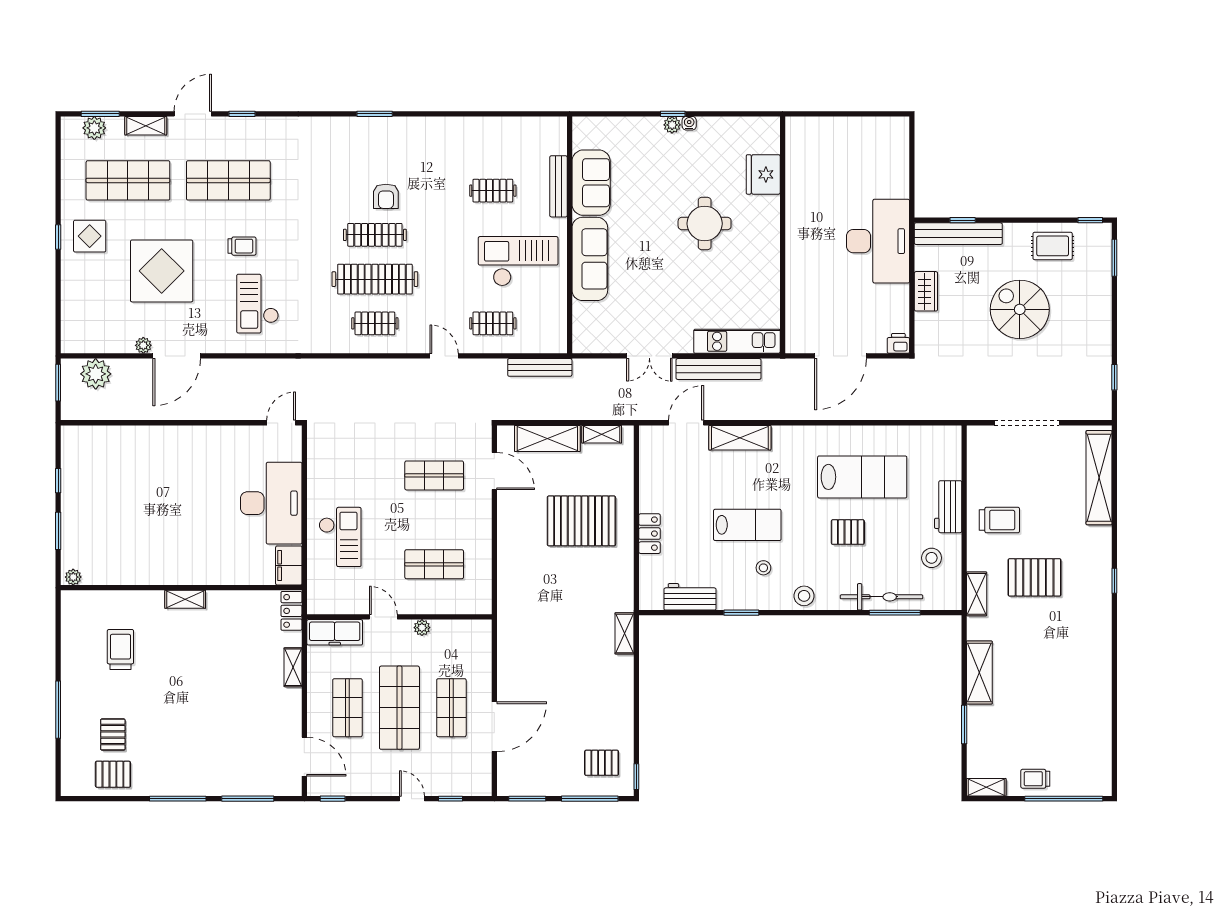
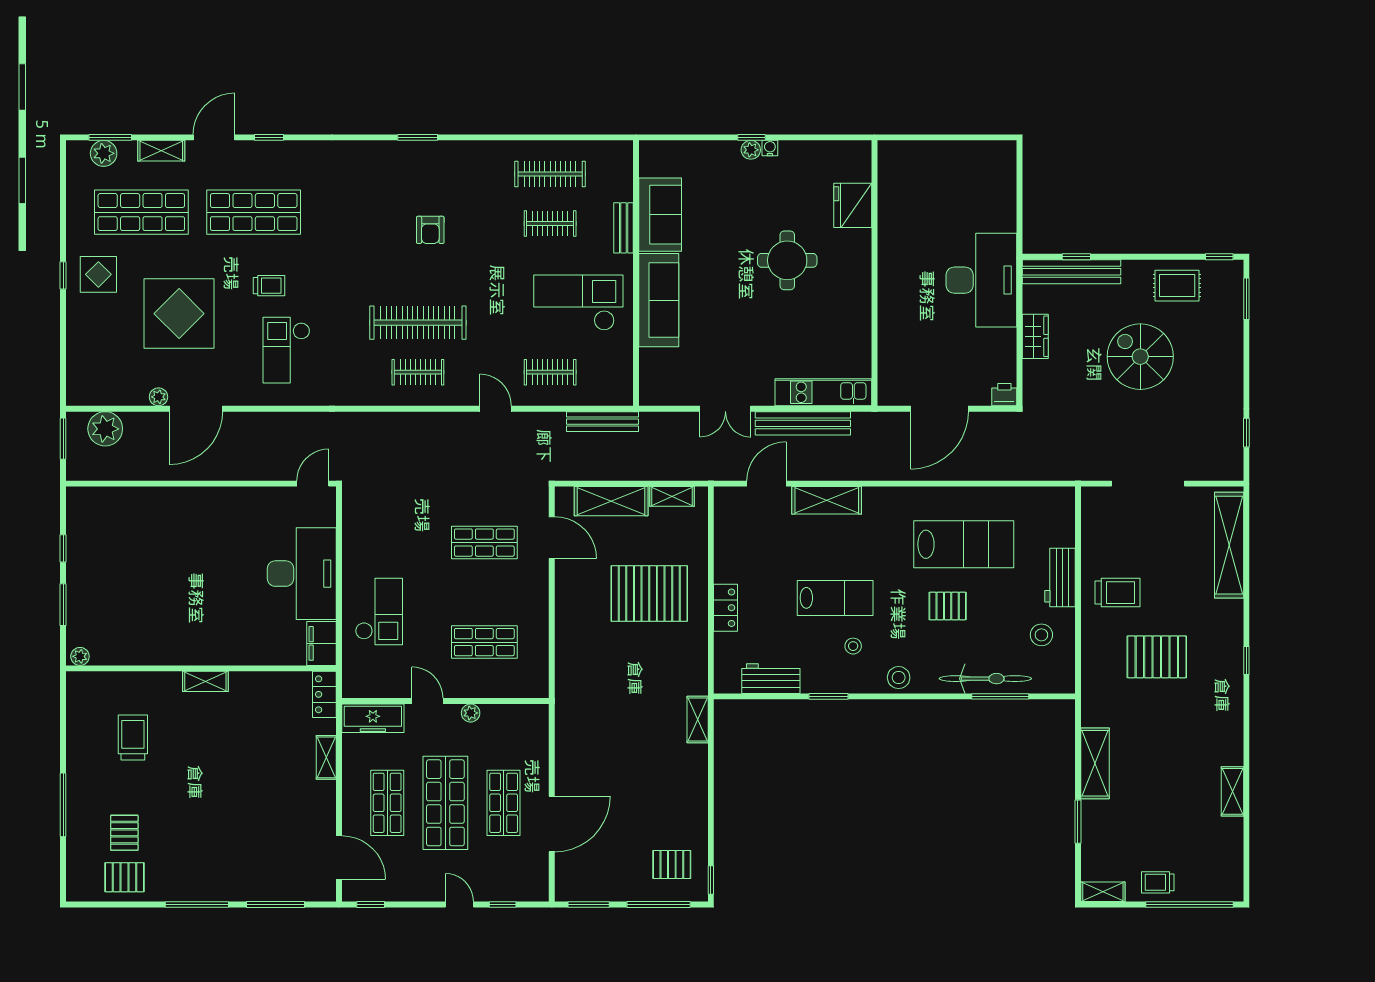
bench: (558, 186) -> (624, 228), width x0.73
clothes rail: (375, 235) -> (550, 174), moved
shelving: (977, 594) -> (1232, 791), moved

